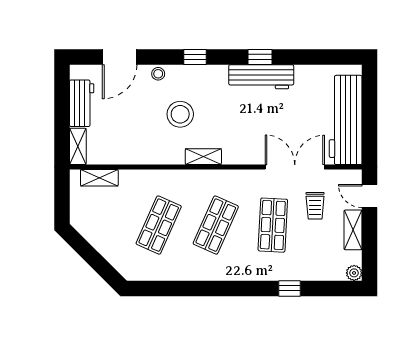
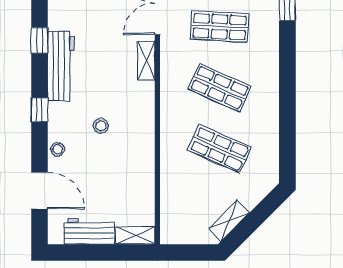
workbench: (261, 77) -> (61, 66), moved
stool: (180, 114) -> (101, 126), width x0.53, depth x0.53
shelving: (203, 157) -> (146, 61), moved
shelving: (99, 178) -> (229, 221), moved, turned 45

